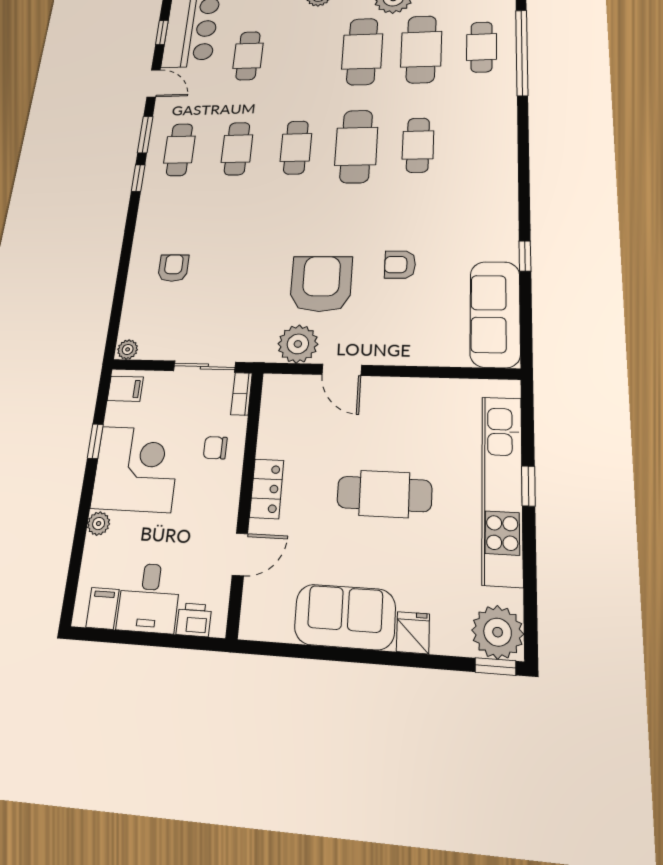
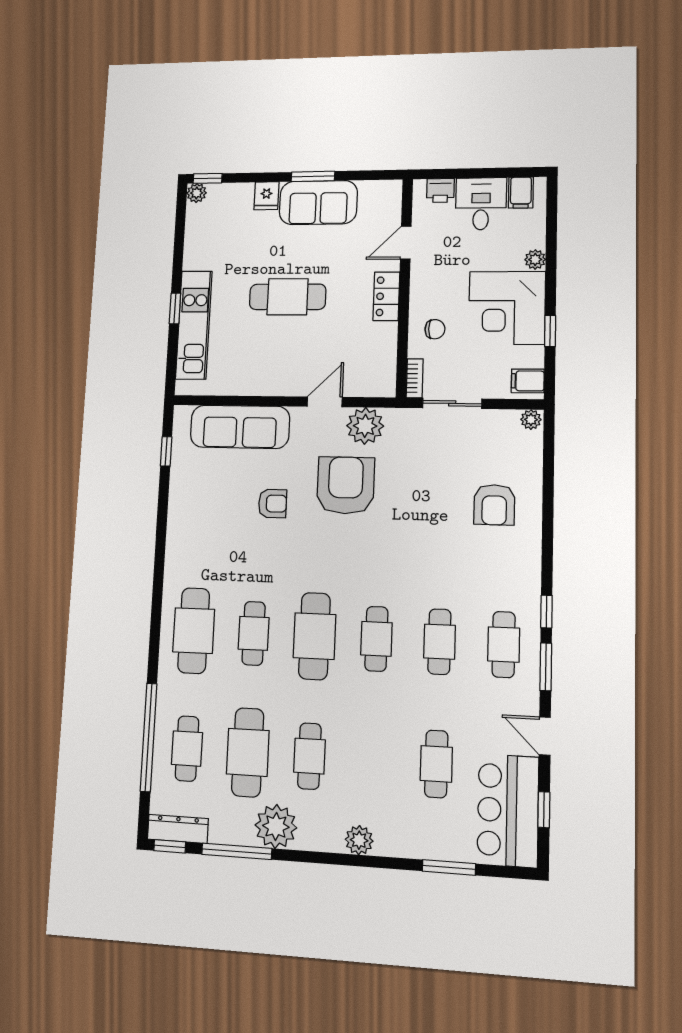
cafe table: (362, 51) -> (309, 756), width x0.73, depth x0.74
cafe table: (481, 144) -> (194, 631), added
window: (525, 256) -> (166, 451), moved
armchair: (173, 268) -> (494, 505), width x1.38, depth x1.38
armchair: (321, 284) -> (346, 485), turned 180
sofa: (495, 314) -> (240, 427), moved, turned 90
door: (342, 370) -> (325, 402), hinge flipped
kitchen unit: (502, 489) -> (194, 325), width x0.73
plant: (498, 632) -> (197, 193), width x0.53, depth x0.53
window: (351, 655) -> (313, 176), added

